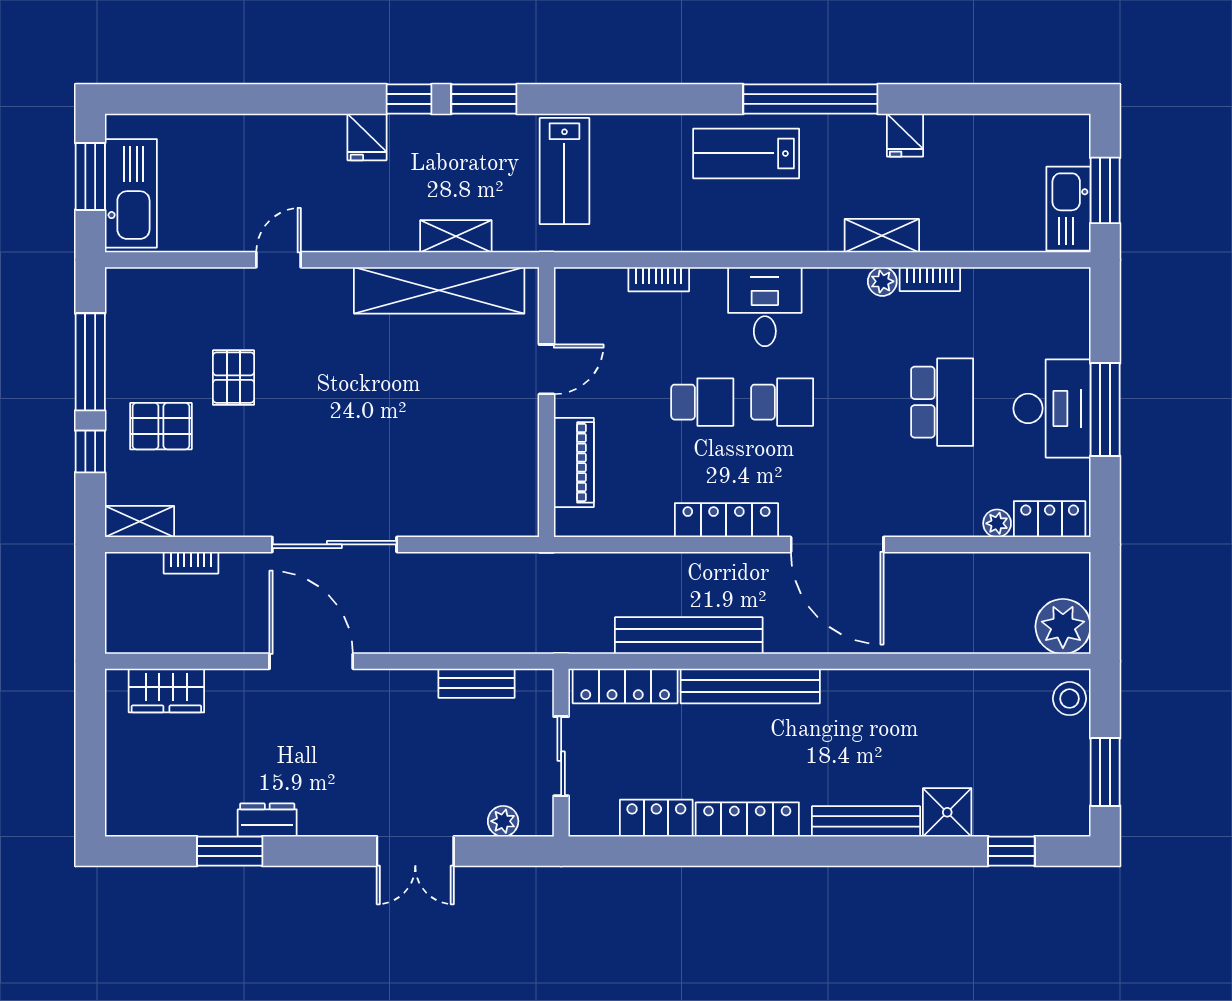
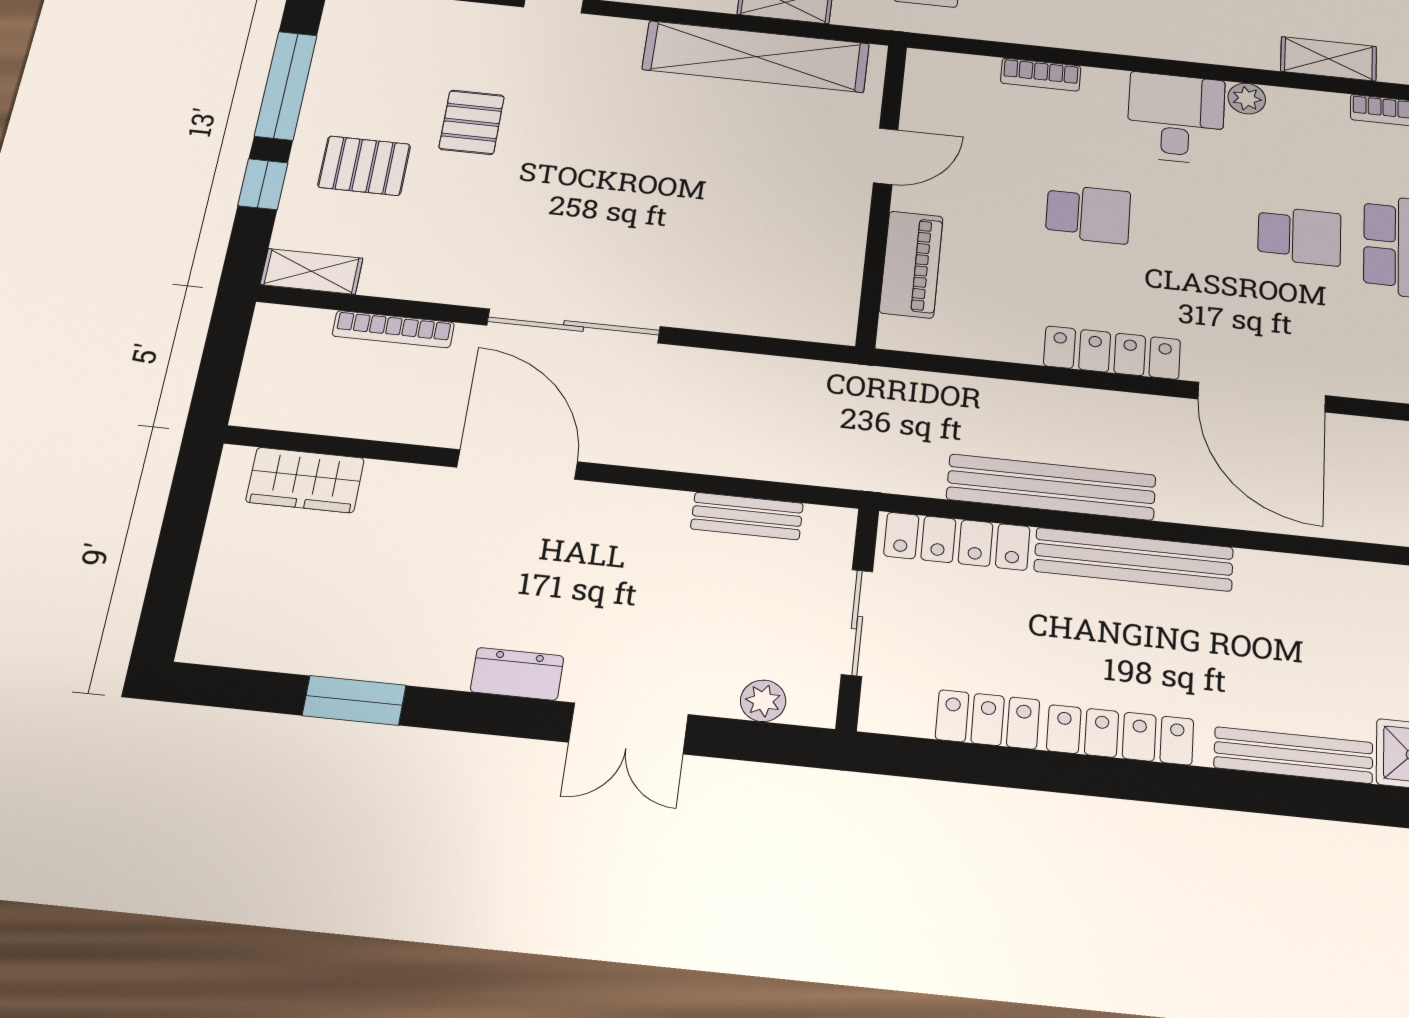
plant: (882, 281) -> (1247, 99), moved
school desk: (782, 402) -> (1299, 236), moved
bookcase: (191, 563) -> (393, 329), width x1.56
dresser: (267, 820) -> (517, 674), moved

